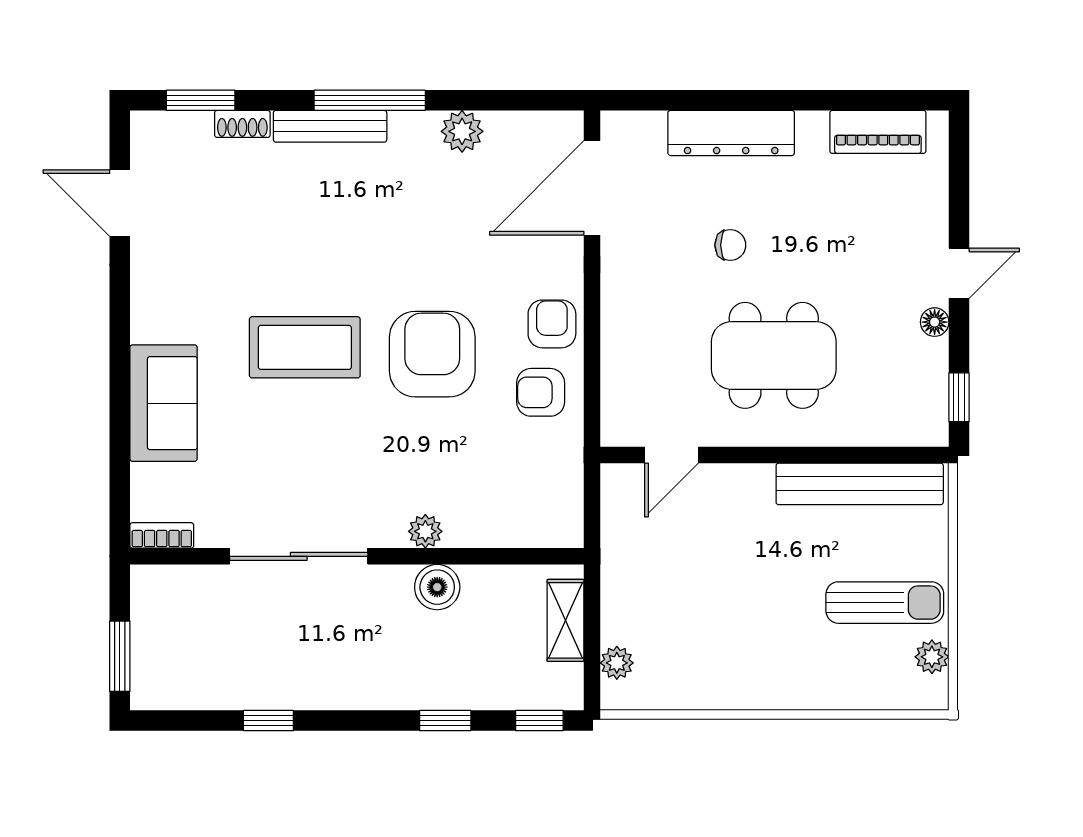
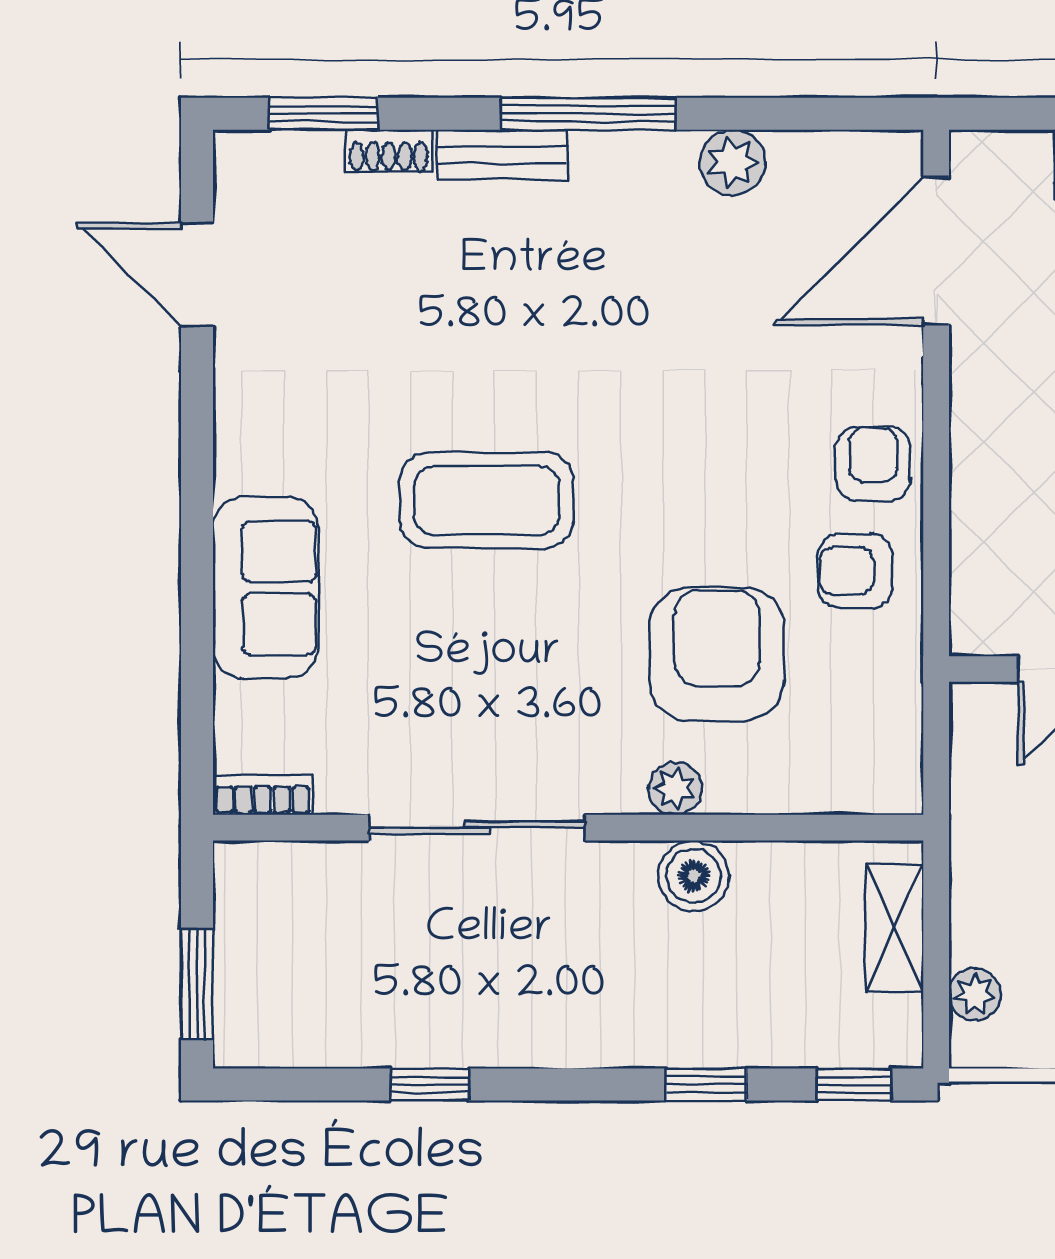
bench: (330, 126) -> (502, 154), width x0.73
armchair: (432, 354) -> (717, 654), moved

